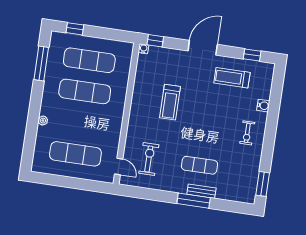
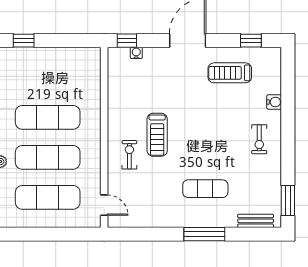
water cooler: (144, 49) -> (136, 53), moved
exercise mat: (89, 60) -> (48, 157), moved
treadmill: (170, 102) -> (157, 135), moved
exercise bike: (149, 159) -> (129, 155), moved, width x0.73, depth x0.72
bench: (201, 191) -> (256, 221), moved

